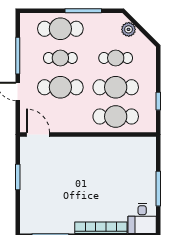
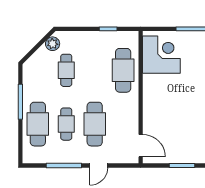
plant: (129, 29) -> (53, 44), moved
cafe table: (116, 87) -> (95, 70), removed
door: (38, 134) -> (141, 146), swing flipped
corner desk: (132, 156) -> (161, 55), added

